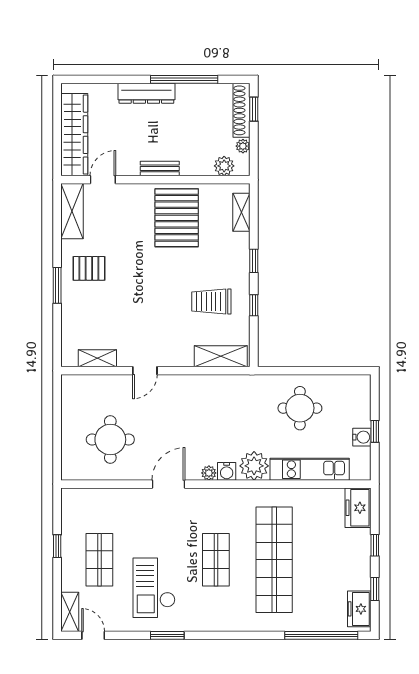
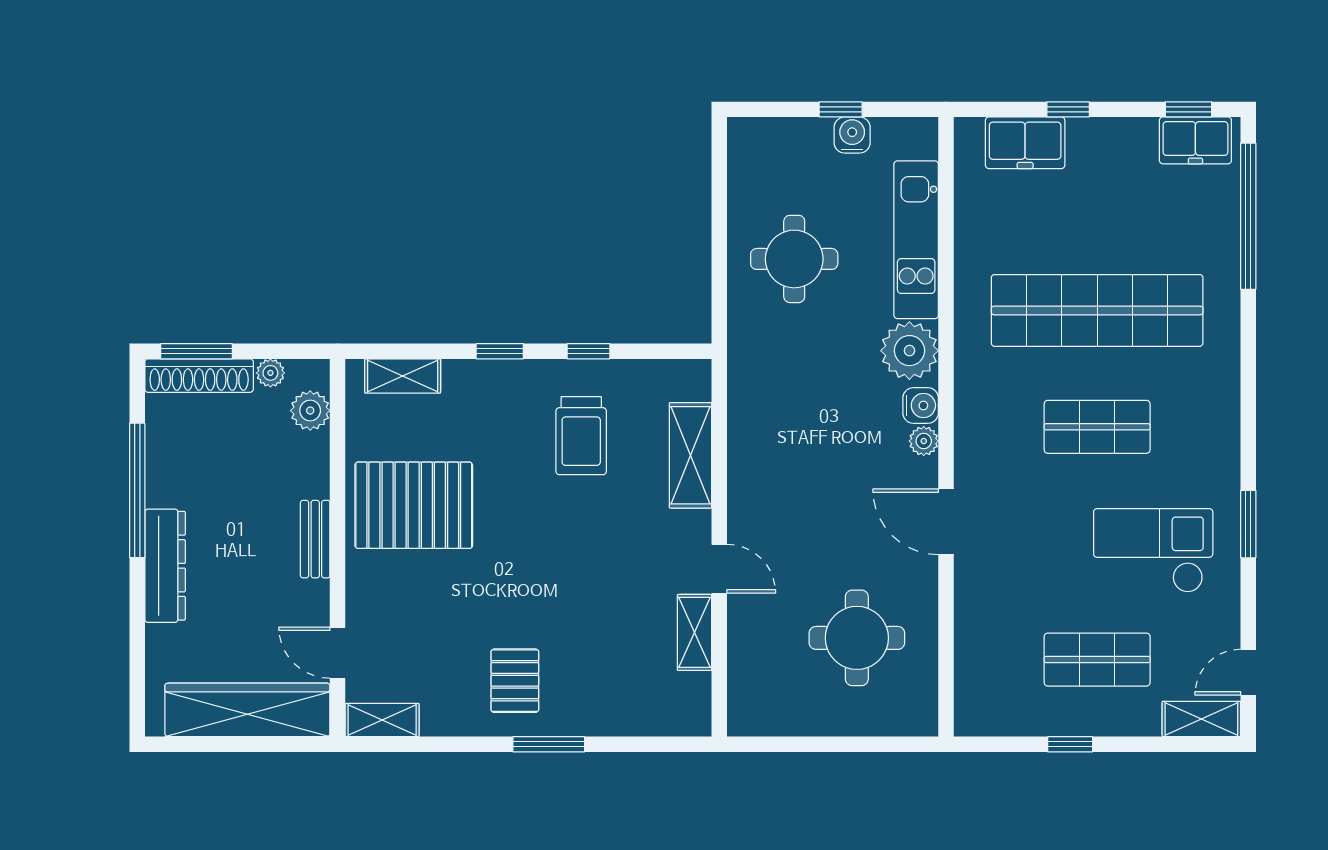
window: (254, 109) -> (197, 351), width x1.50
shelving: (72, 211) -> (382, 720), width x0.67, depth x0.75
shelving: (221, 356) -> (691, 455), moved
shelving: (97, 358) -> (695, 632), moved
freezer: (358, 508) -> (1025, 143), moved
checkout: (154, 588) -> (1153, 551), turned 180
window: (375, 589) -> (1189, 109), moved

